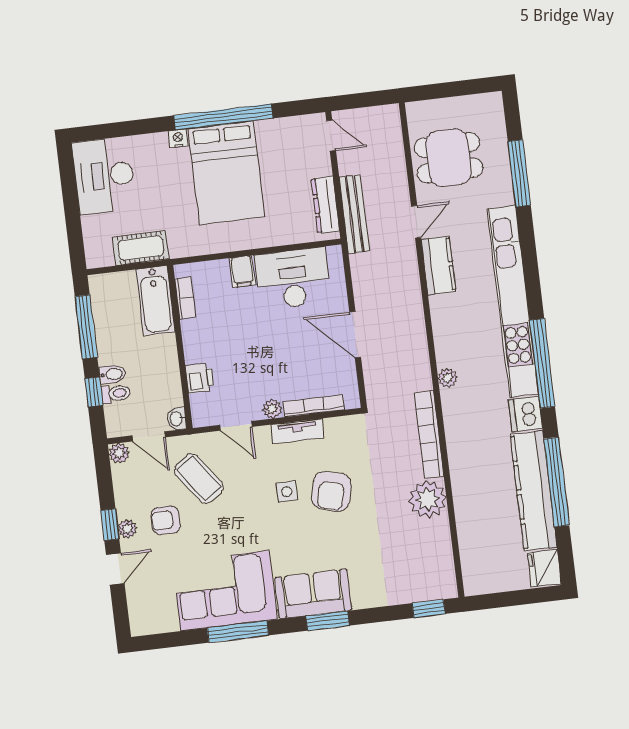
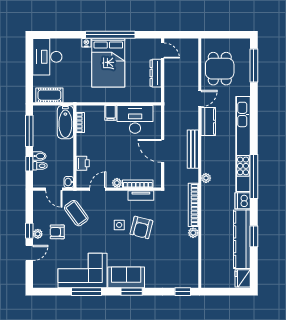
dining table: (449, 158) -> (220, 69), turned 90
window: (519, 173) -> (254, 66), moved
dresser: (325, 205) -> (156, 73), moved
bench: (354, 214) -> (193, 149), moved
cot: (141, 248) -> (49, 95), moved
door: (236, 426) -> (98, 189), swing flipped
tv unit: (297, 431) -> (141, 196), moved
plant: (119, 453) -> (38, 196), removed
window: (557, 482) -> (254, 236), width x0.47
plant: (428, 499) -> (193, 233), width x0.53, depth x0.53

